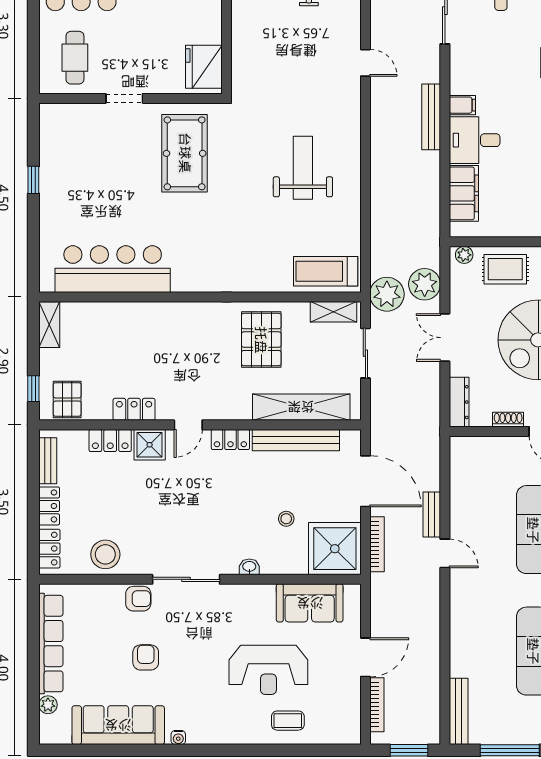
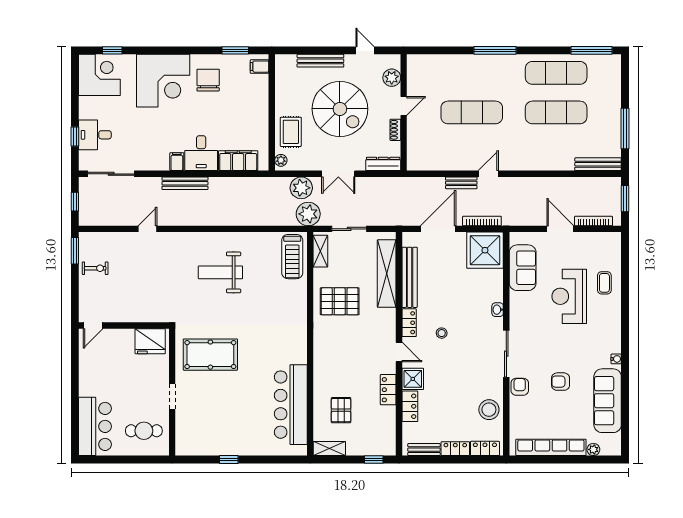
pallet: (67, 400) -> (341, 410), moved, turned 90
stool: (286, 519) -> (442, 333), moved
reception desk: (268, 670) -> (569, 296), turned 180

